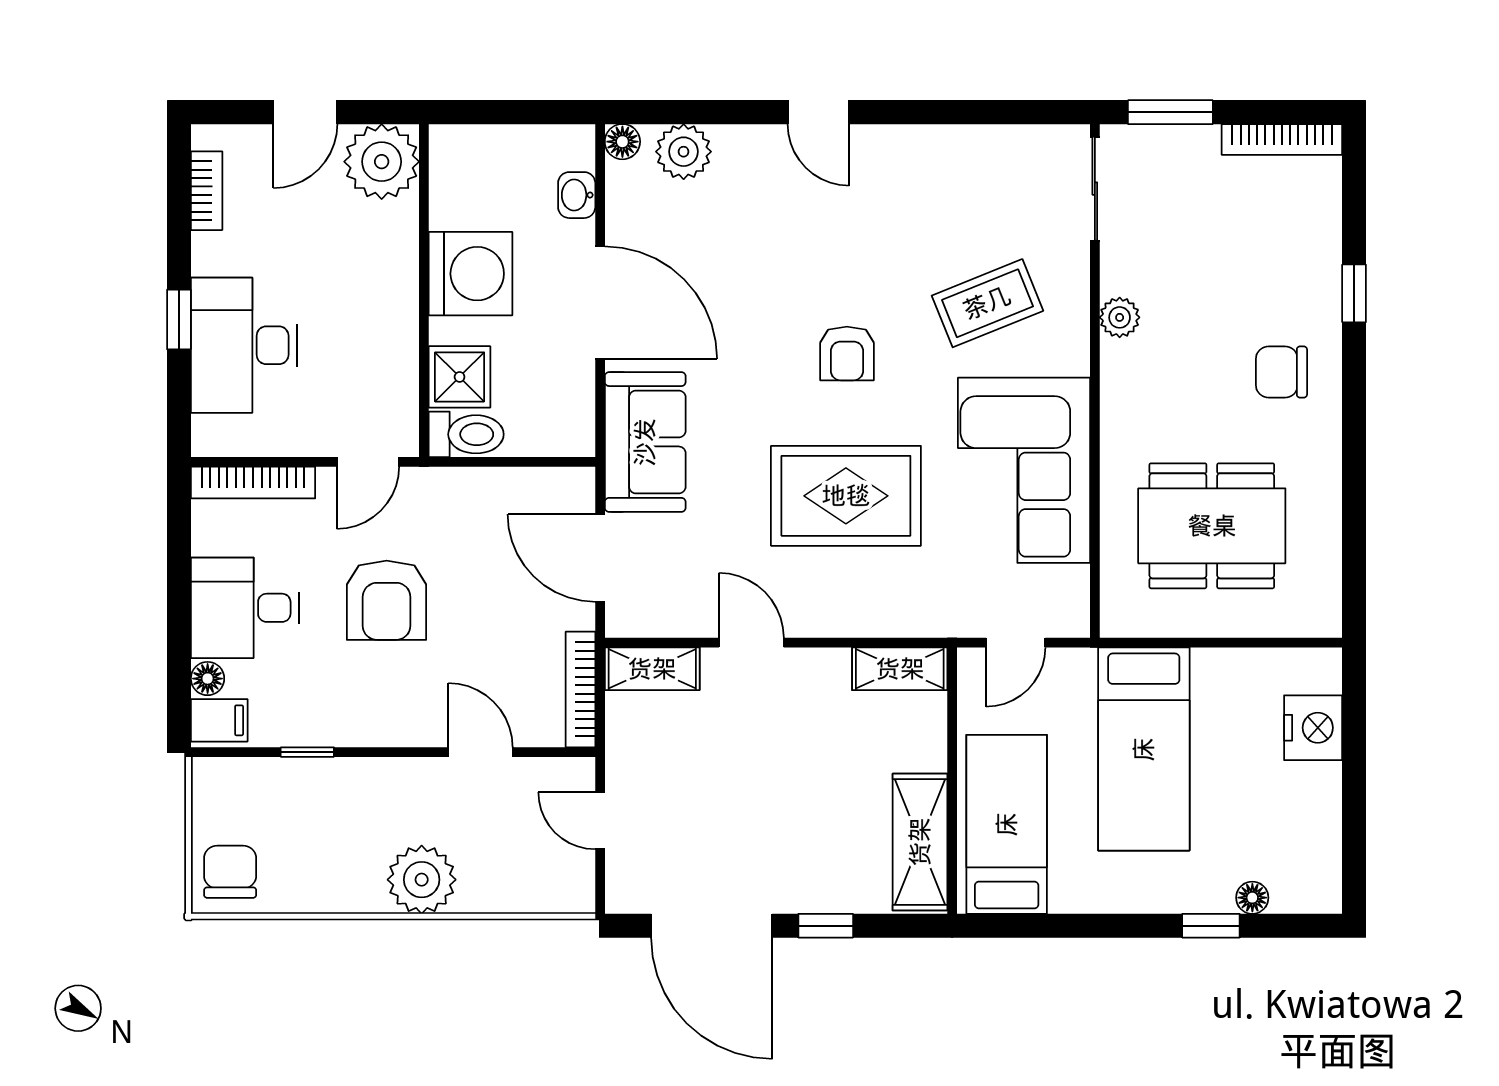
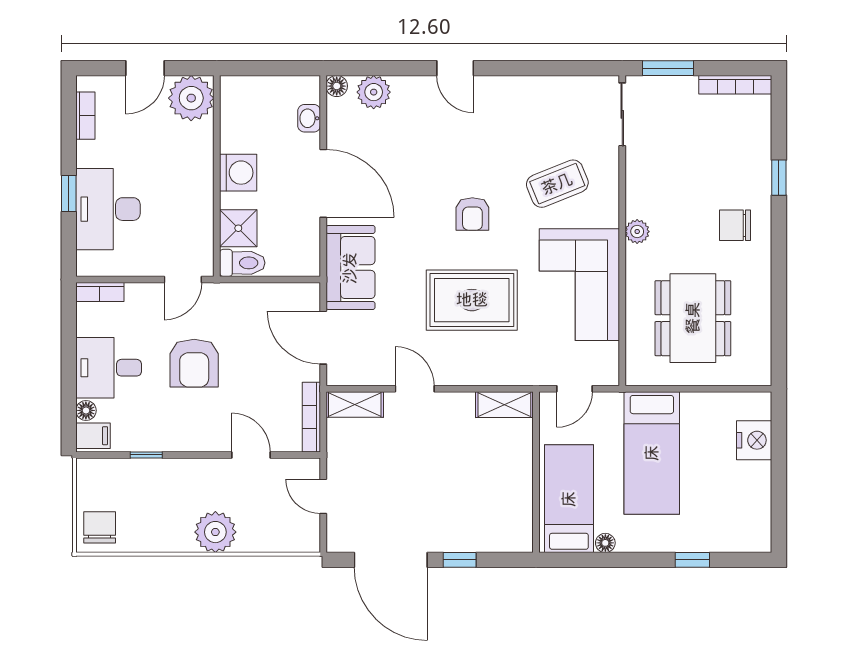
washing machine: (471, 274) -> (238, 173), width x0.73, depth x0.73
plant: (1120, 317) -> (637, 232), moved
bookcase: (253, 482) -> (100, 292), width x0.64
dining table: (1212, 526) -> (693, 318), turned 90
shelving: (920, 842) -> (517, 509), removed
floor lamp: (1252, 898) -> (605, 543), moved

